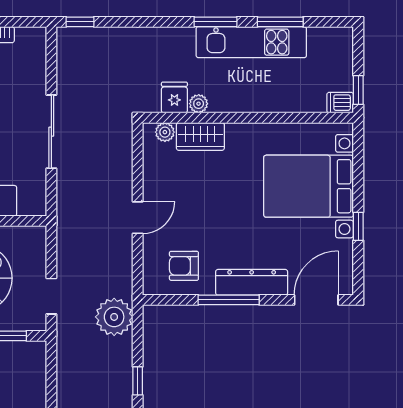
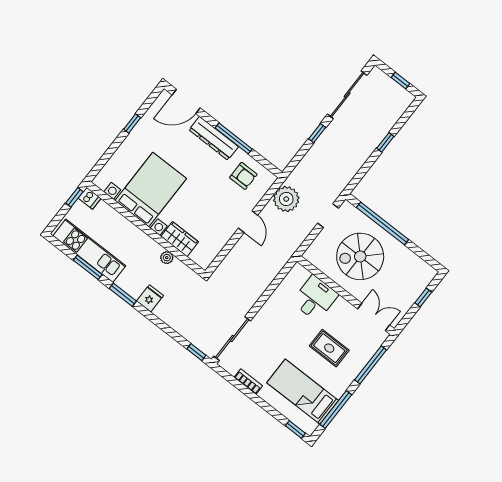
kitchen unit: (251, 42) -> (89, 251), moved
fridge: (174, 97) -> (150, 298), moved, turned 180
sliding door: (51, 132) -> (232, 338), moved
plant: (165, 132) -> (197, 256), removed
bed with nightstands: (309, 186) -> (151, 189), moved, turned -90
door: (138, 218) -> (248, 222), swing flipped
plant: (114, 317) -> (286, 199), moved

